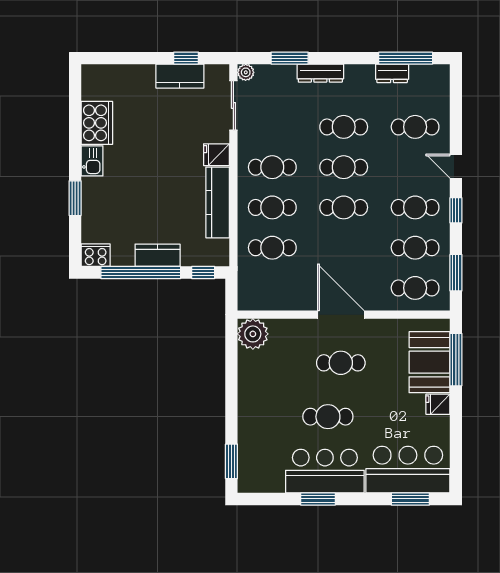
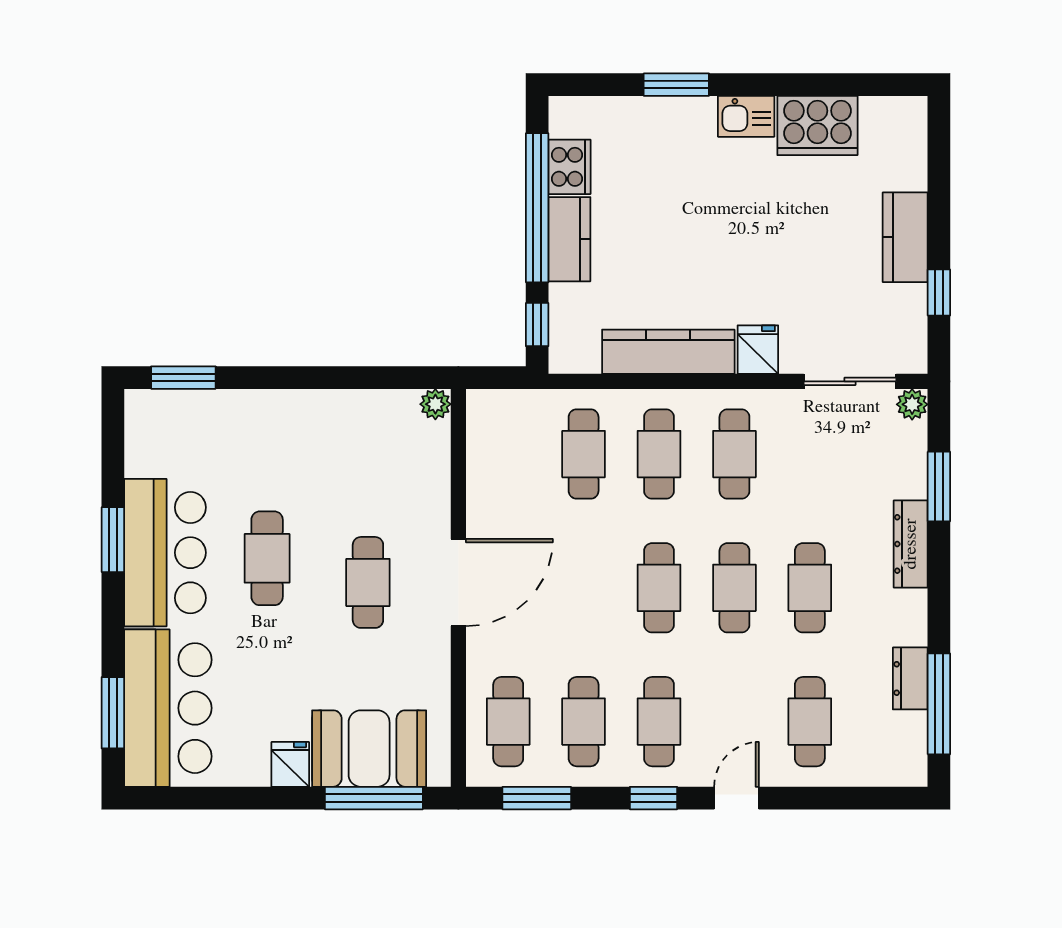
kitchen counter: (180, 76) -> (905, 237), moved
cooker: (96, 255) -> (569, 167), moved
plant: (253, 334) -> (435, 404), width x0.53, depth x0.53

